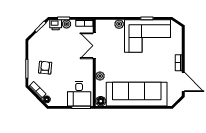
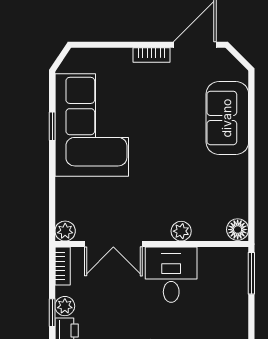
plant: (119, 24) -> (65, 231), moved
desk: (79, 94) -> (171, 275), moved, turned -90
sofa: (137, 94) -> (227, 118), width x0.54, depth x0.79

